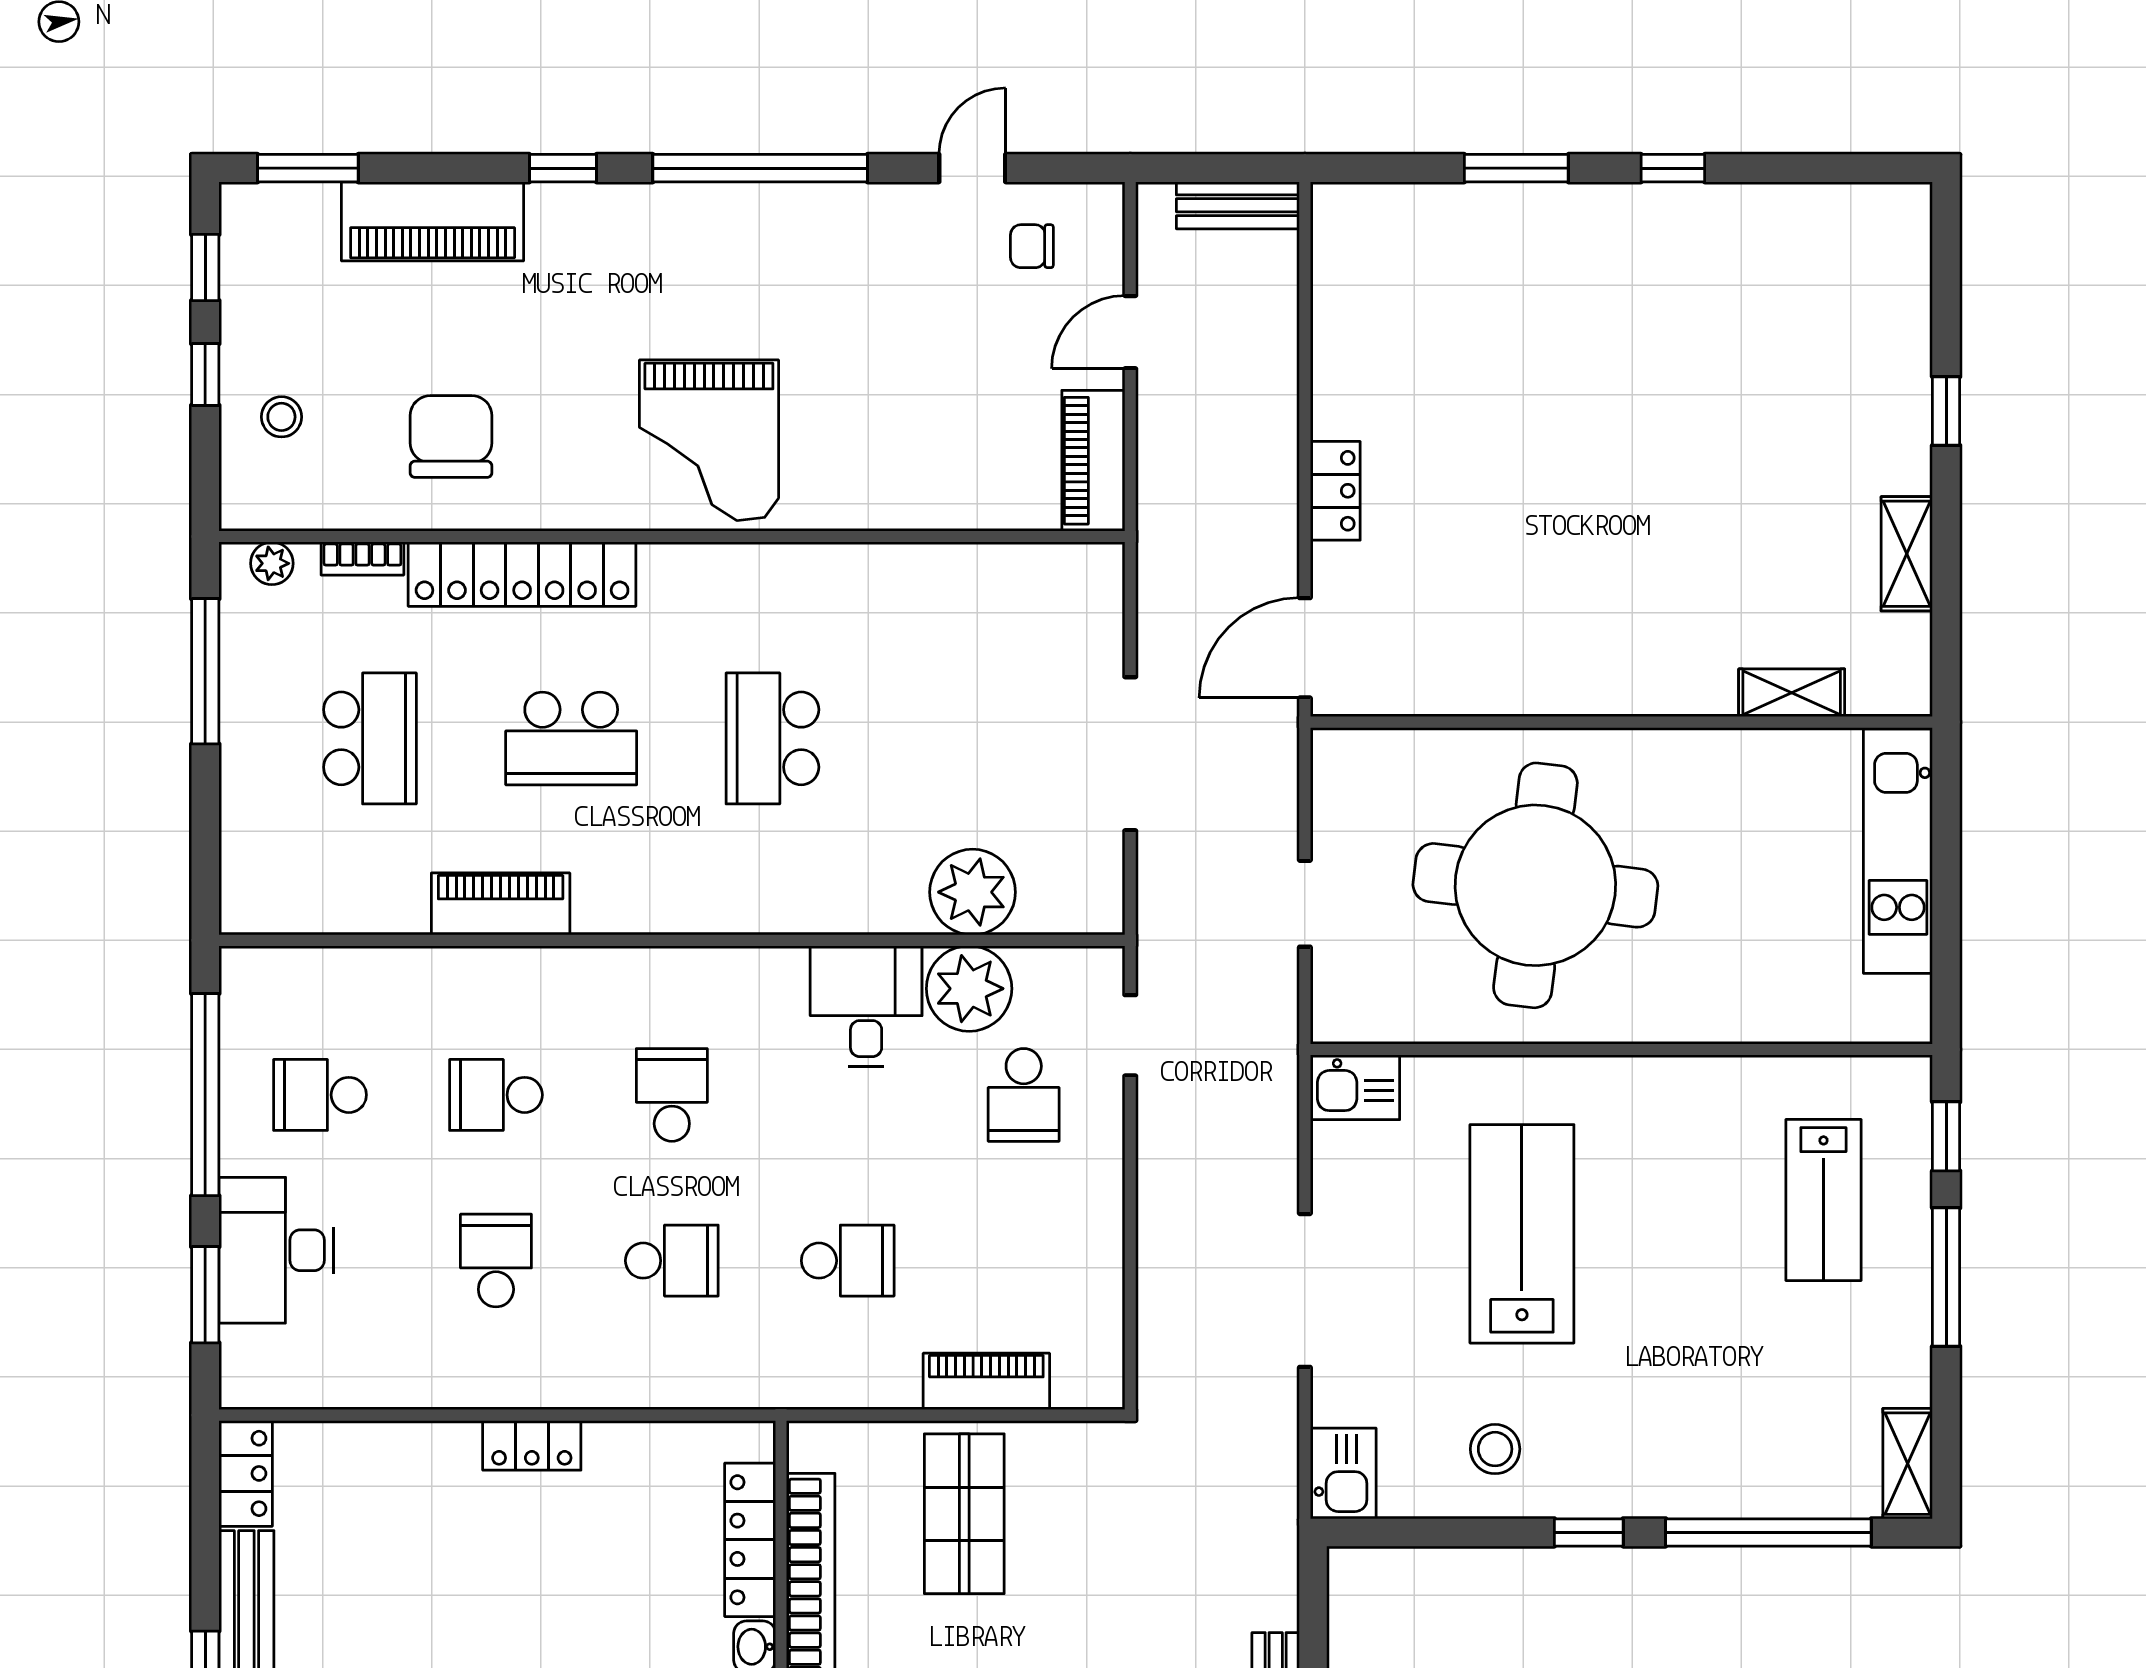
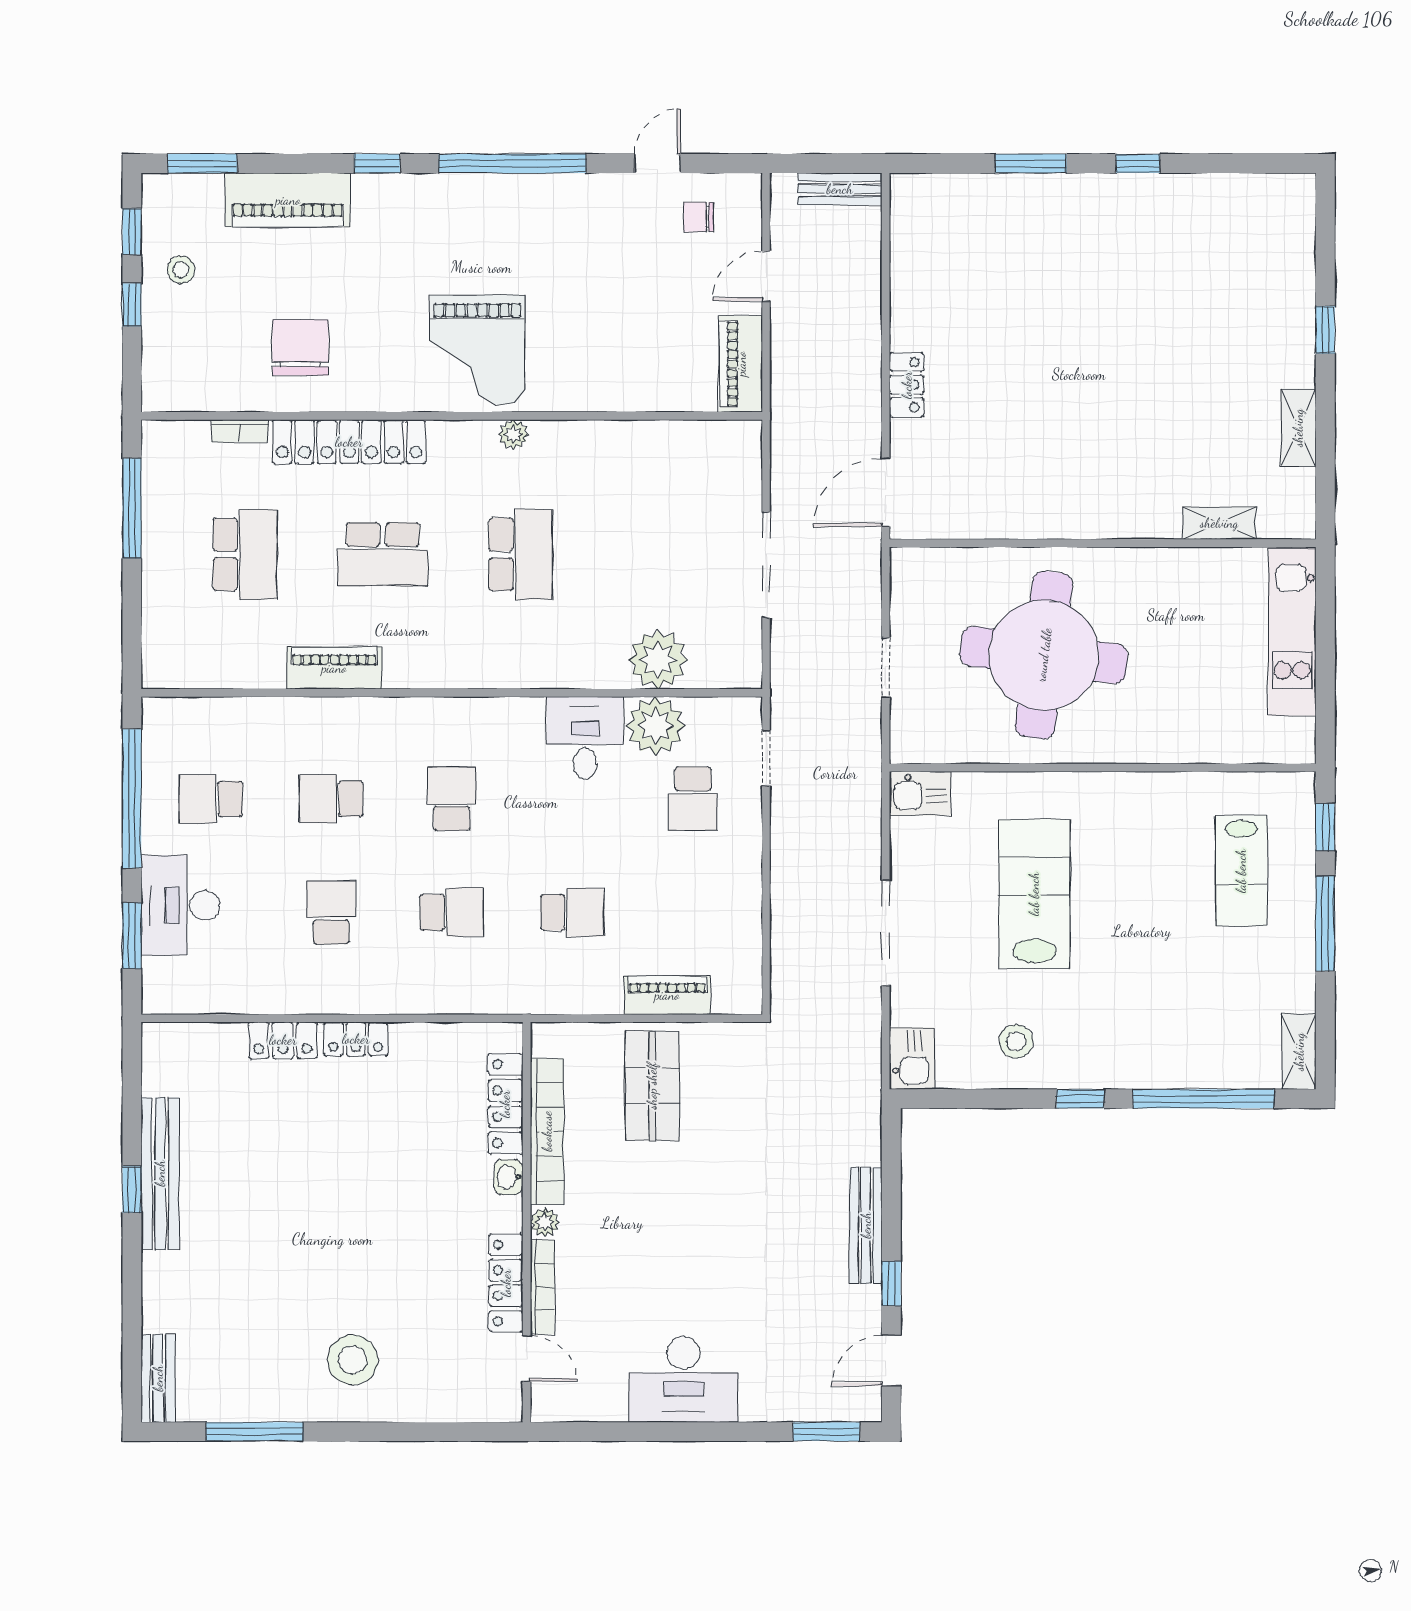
stool: (281, 417) -> (181, 270), moved
plant: (272, 563) -> (513, 434), moved
school desk: (772, 738) -> (521, 554), turned 180
locker: (246, 1473) -> (283, 1040), moved, turned 90

